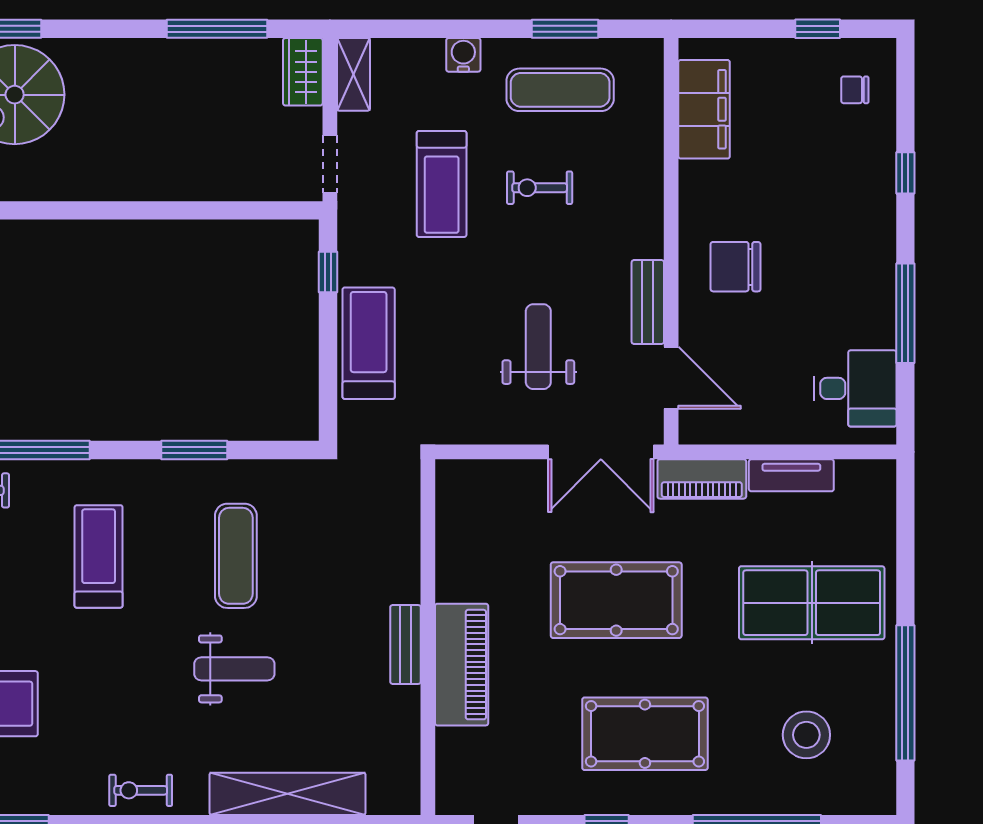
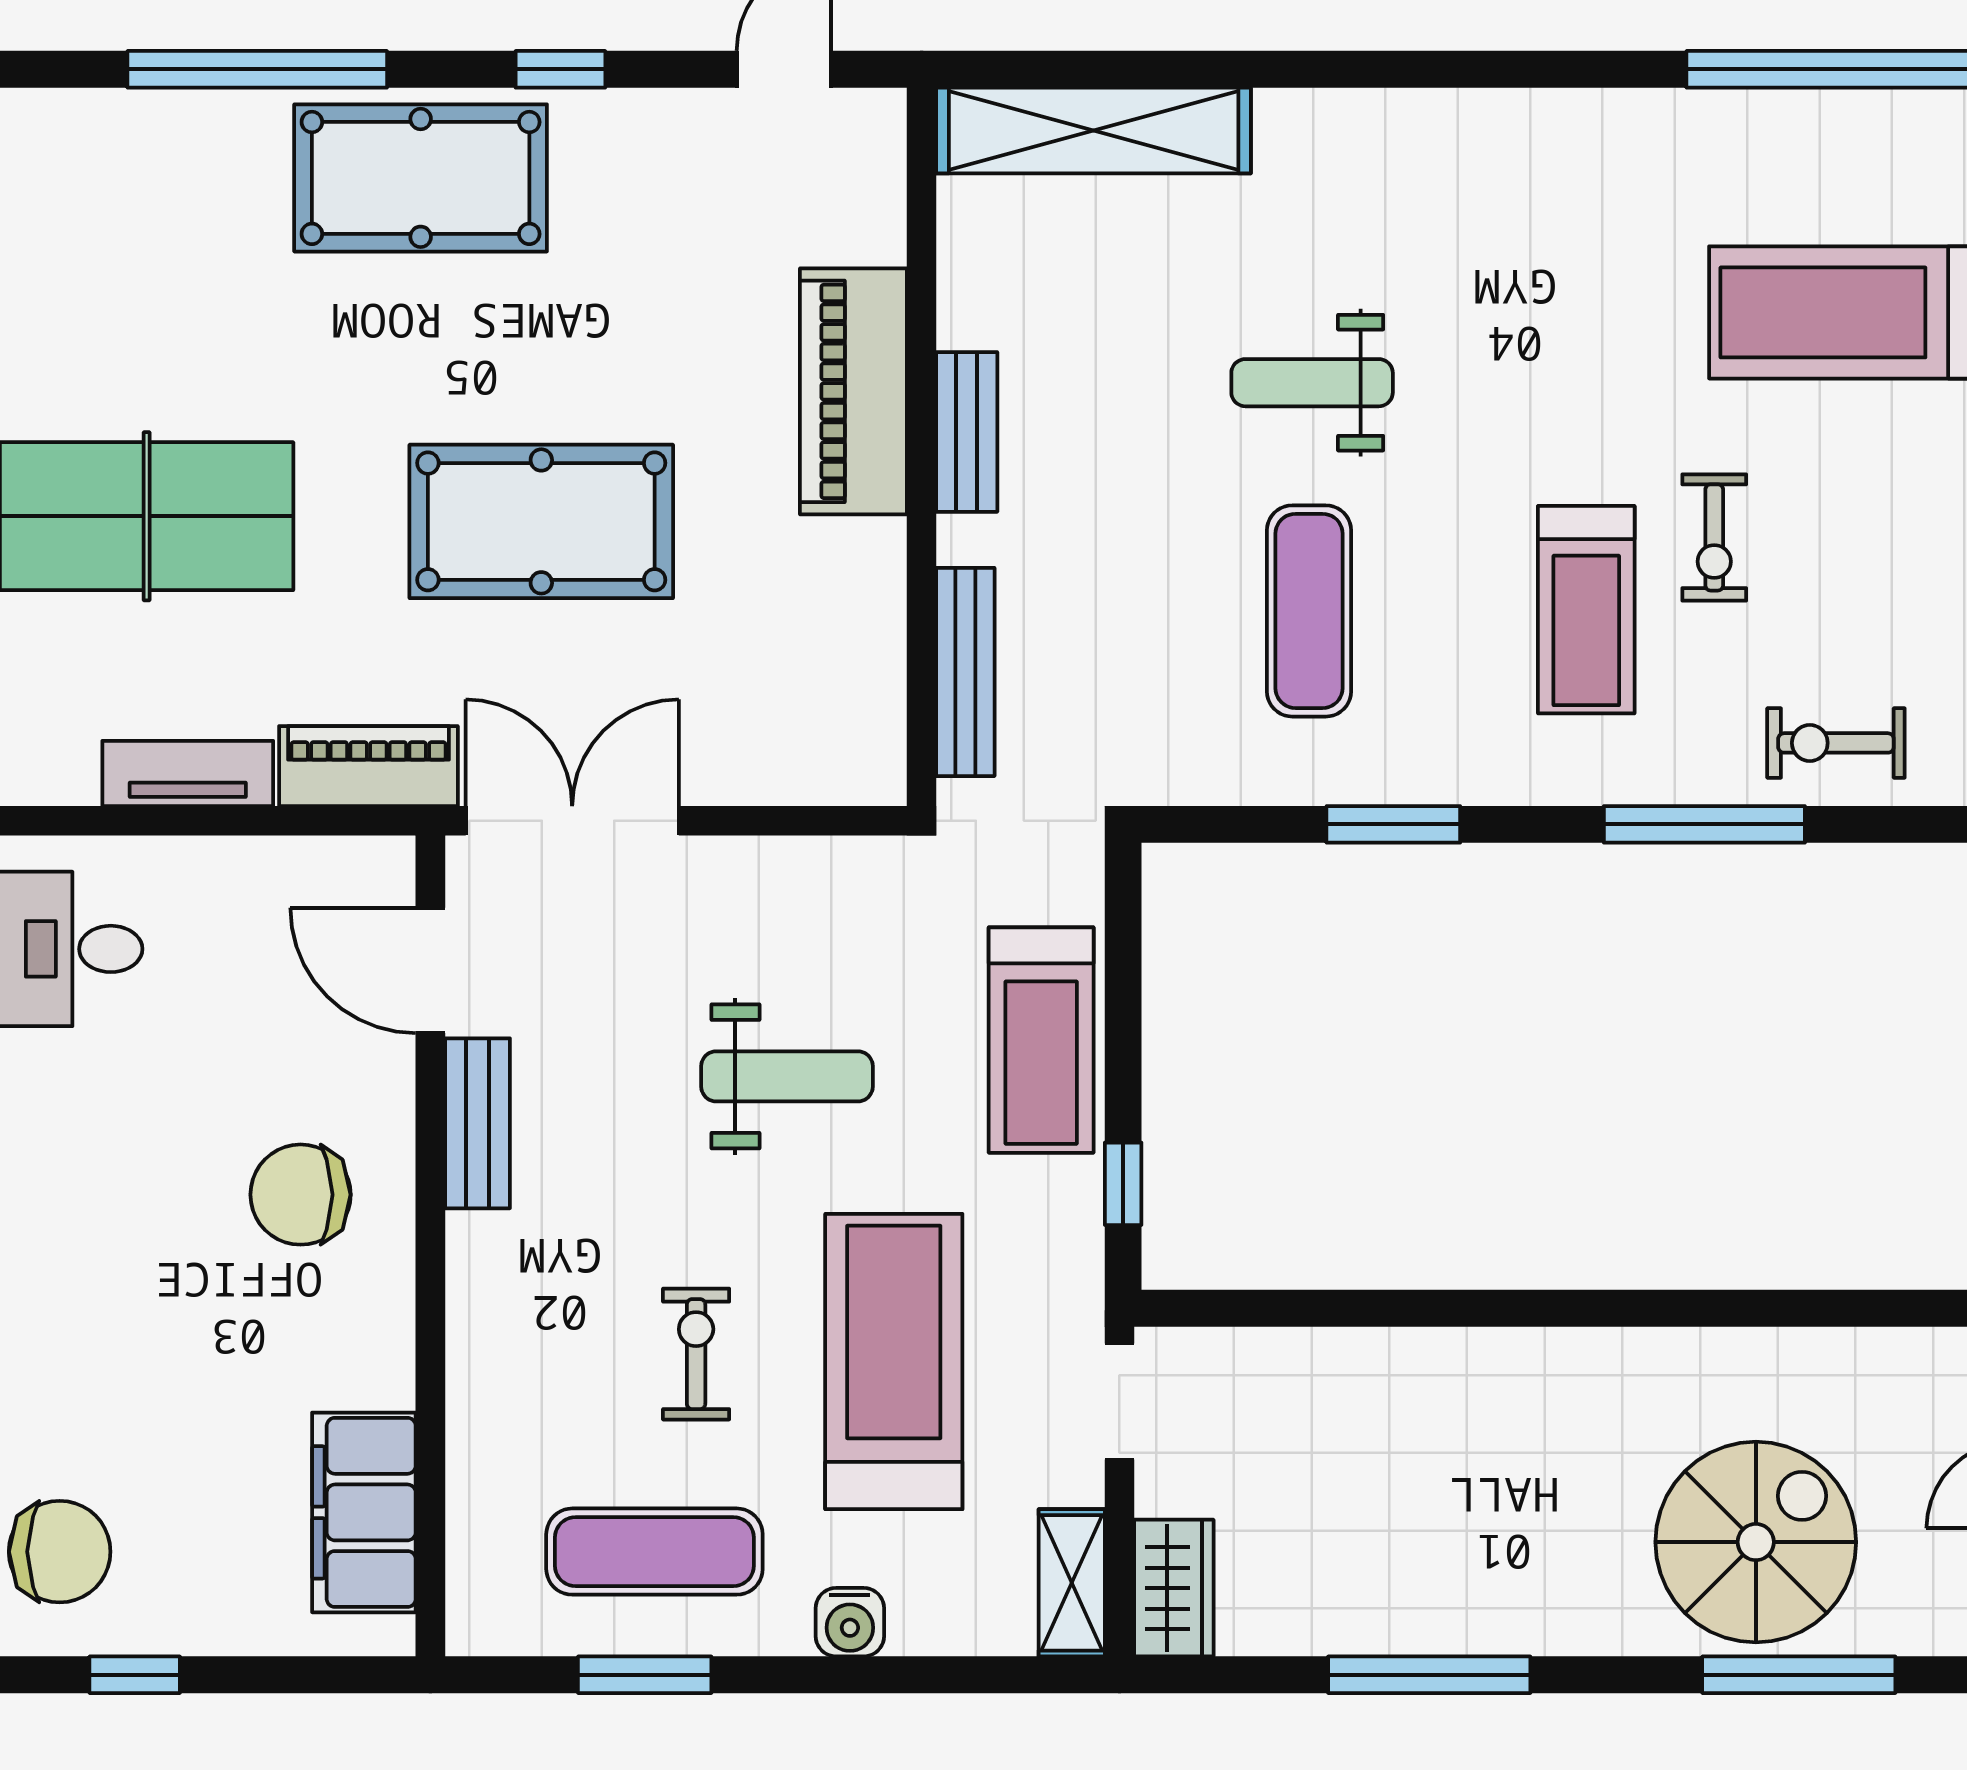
window: (217, 29) -> (1429, 1675), moved
chair: (855, 90) -> (60, 1552), width x1.87, depth x1.87
treadmill: (442, 184) -> (894, 1362), width x1.37, depth x1.38
exercise bike: (540, 188) -> (696, 1354), turned -90
chair: (735, 267) -> (301, 1195), turned 180
weight bench: (538, 347) -> (787, 1076), moved, turned -90
bench: (406, 526) -> (965, 672), added
pool table: (645, 734) -> (421, 178), moved
stool: (806, 735) -> (157, 249), removed
exercise bike: (141, 790) -> (1714, 537), moved, turned 90
shelving: (288, 794) -> (1094, 131), moved

